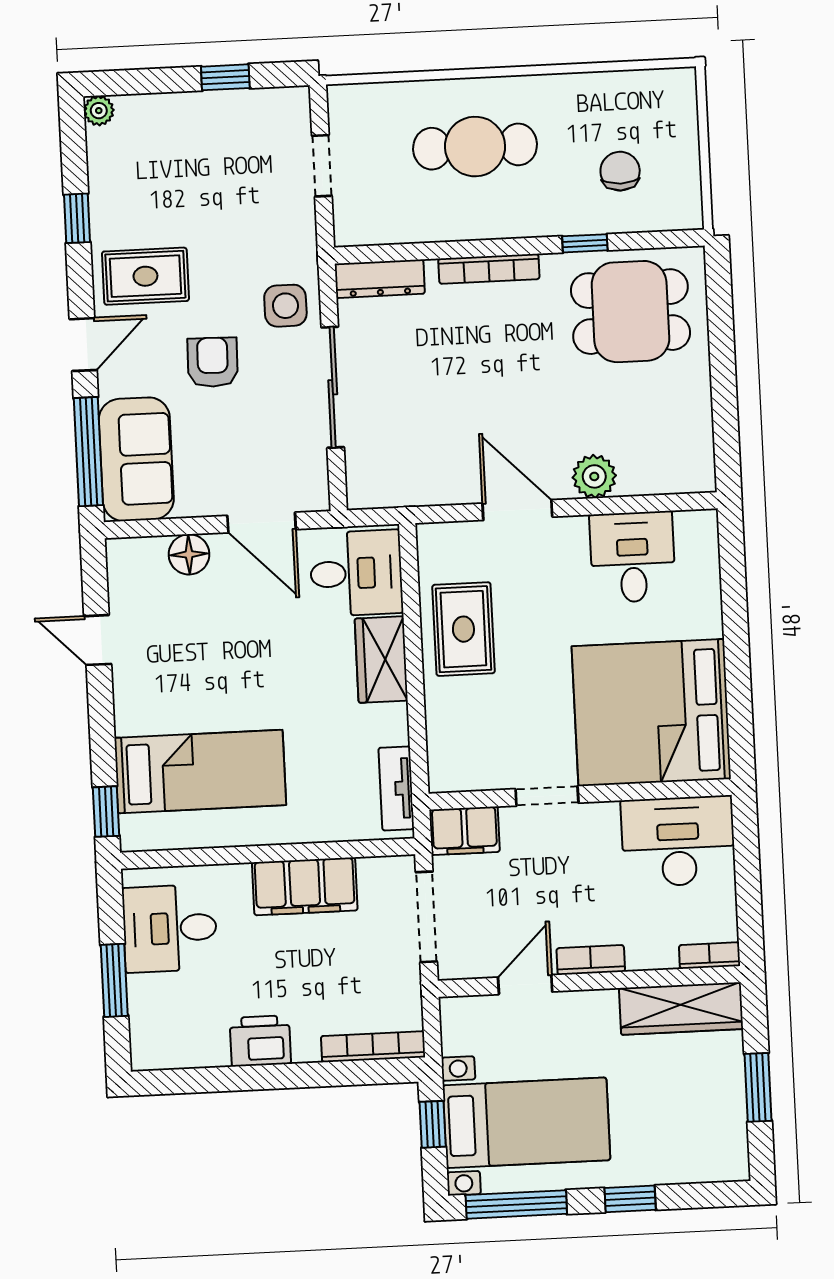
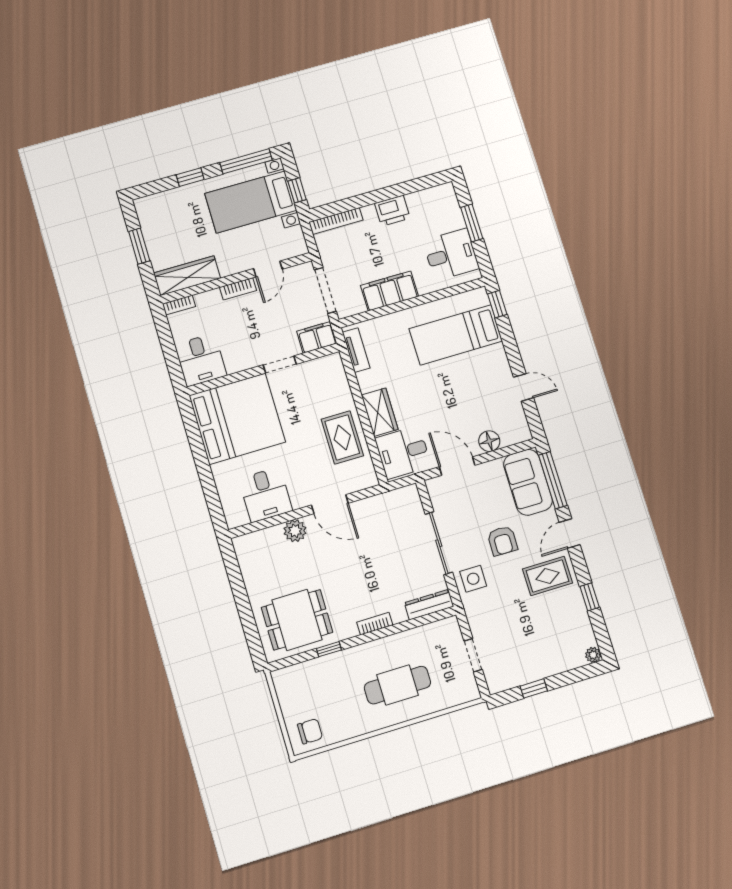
chair: (620, 171) -> (310, 731), moved, turned -90
bookcase: (489, 269) -> (375, 624), width x0.64
desk: (678, 841) -> (201, 360), width x0.73

